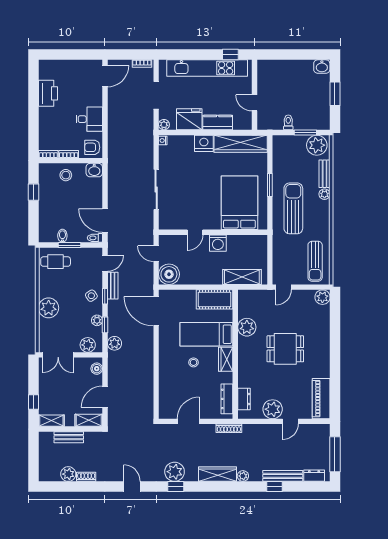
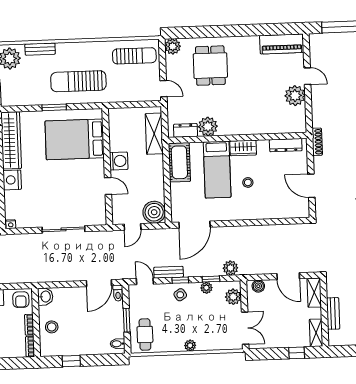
plant: (324, 194) -> (62, 48), removed
bidet: (62, 236) -> (118, 344), moved
plant: (49, 308) -> (190, 345), width x0.53, depth x0.53
dining table: (285, 349) -> (210, 66), moved
dresser: (244, 399) -> (185, 130), moved

